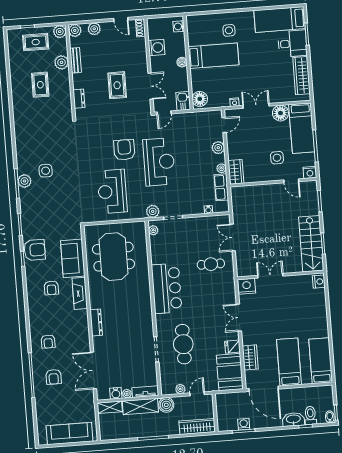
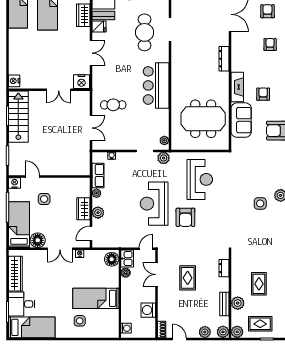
boiler: (182, 62) -> (126, 273), moved
wardrobe: (236, 172) -> (83, 209), moved
meeting table: (113, 257) -> (203, 119), turned 90

